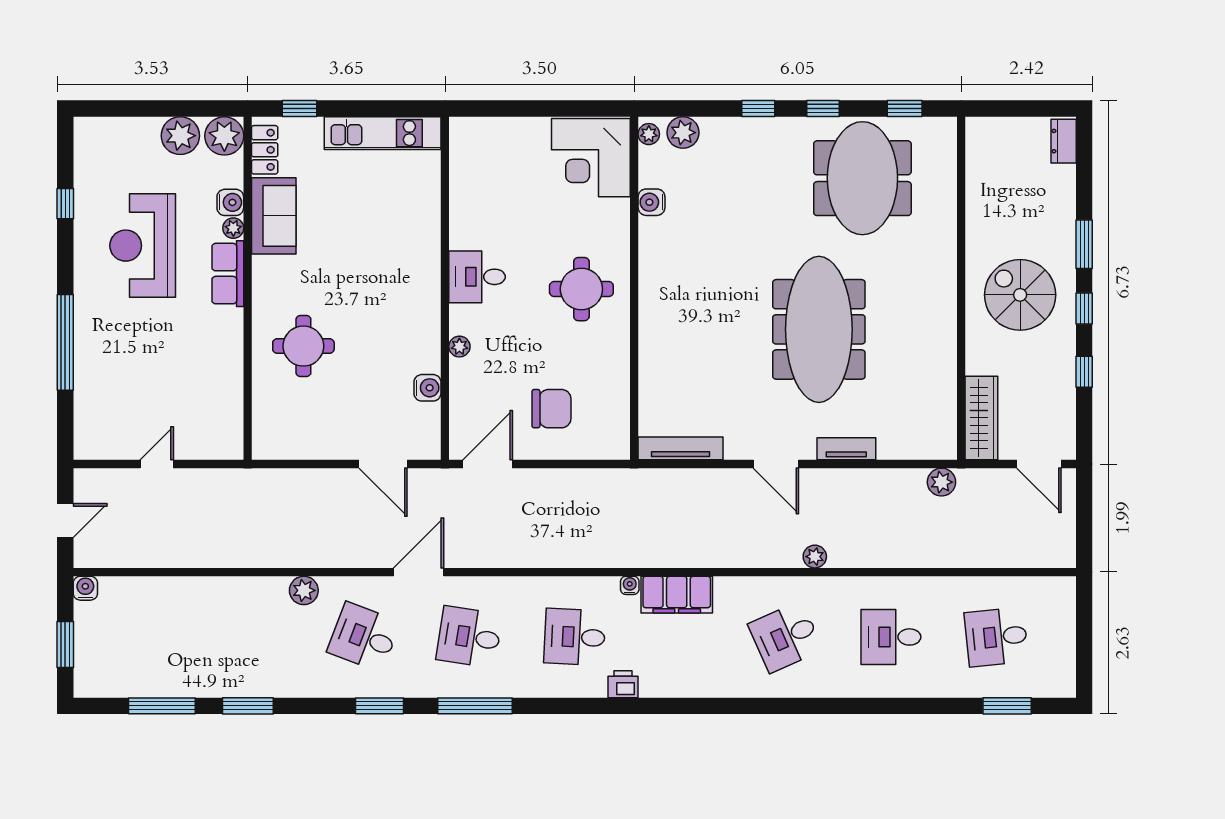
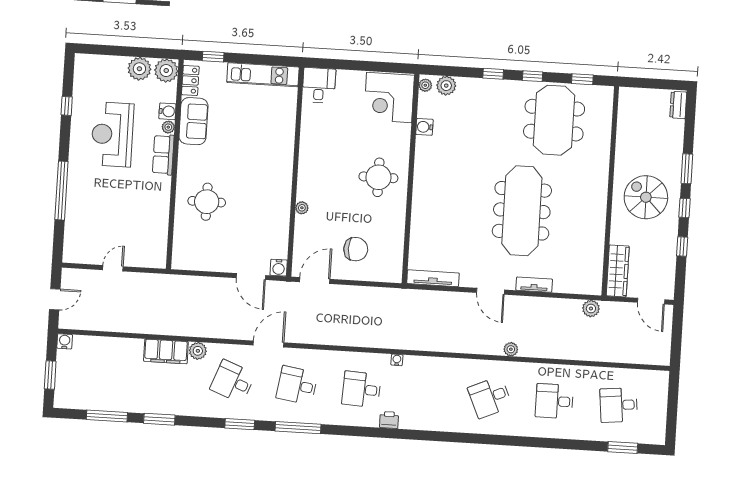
desk: (477, 277) -> (319, 85), moved, turned 90
water cooler: (427, 388) -> (279, 268), moved, turned 90
filing cabinet: (677, 595) -> (166, 351), moved

